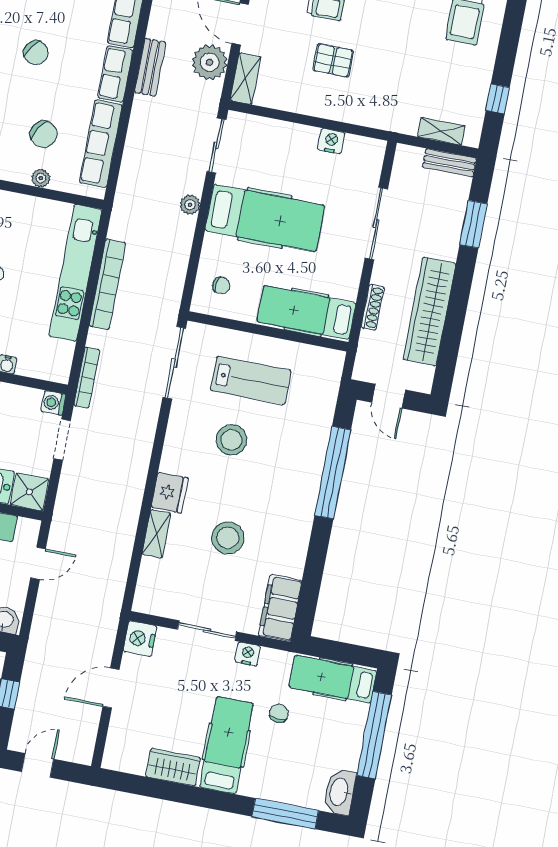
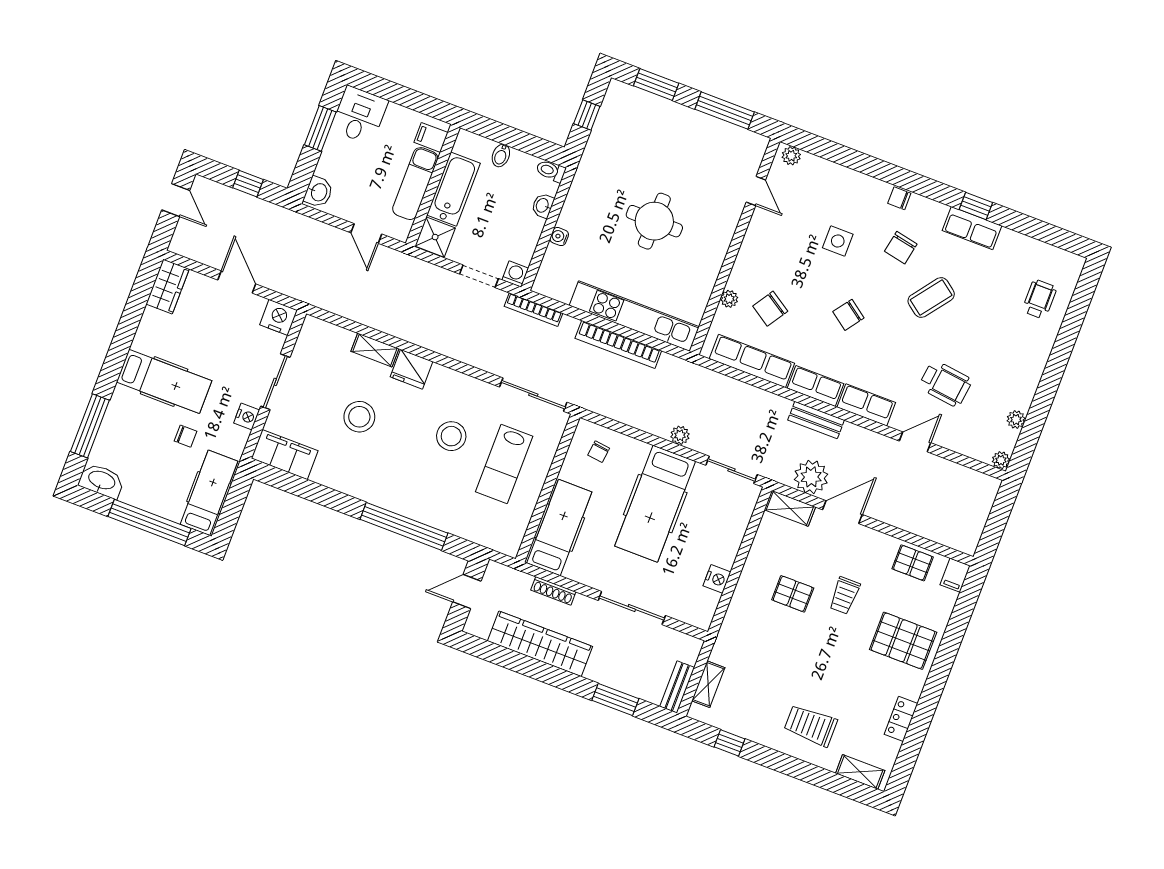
pallet: (333, 60) -> (793, 594), turned 90
wardrobe: (173, 767) -> (168, 287), moved

